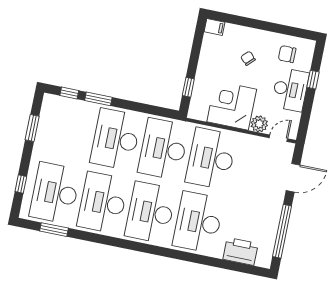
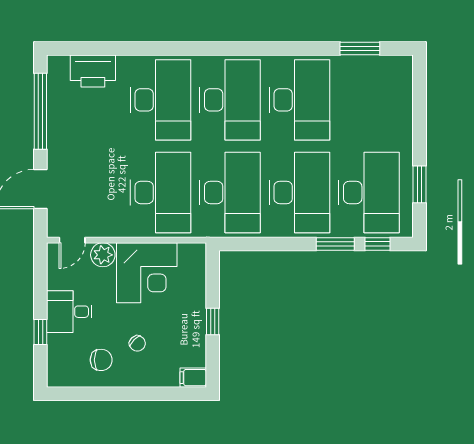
chair: (287, 54) -> (101, 360), moved
window: (188, 87) -> (213, 322), moved
desk: (290, 90) -> (69, 312), width x0.73
window: (21, 184) -> (419, 103), removed
desk: (55, 193) -> (369, 192), moved

